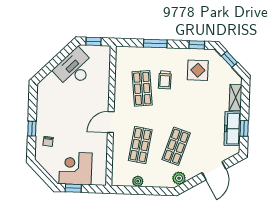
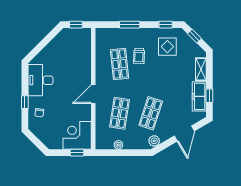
desk: (74, 68) -> (40, 80), moved, turned -45
corner desk: (75, 168) -> (77, 135), moved
window: (73, 188) -> (77, 153), moved

